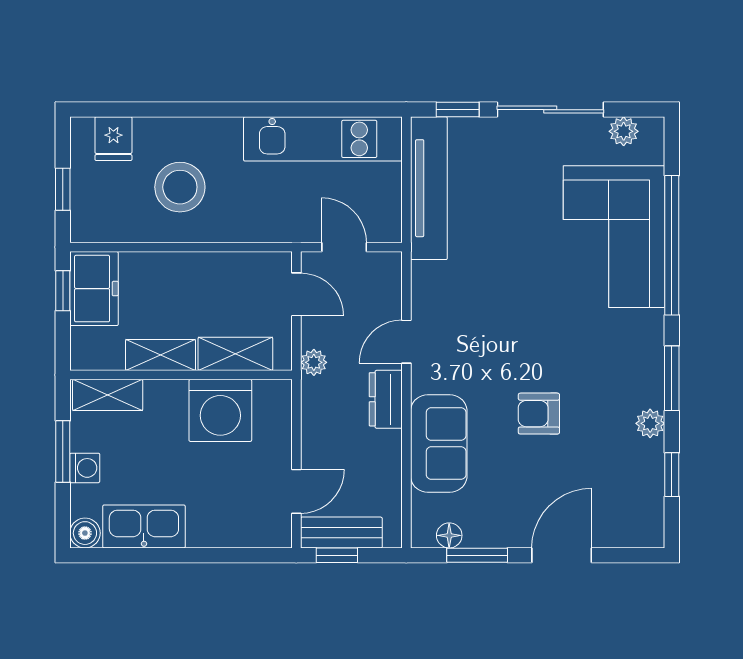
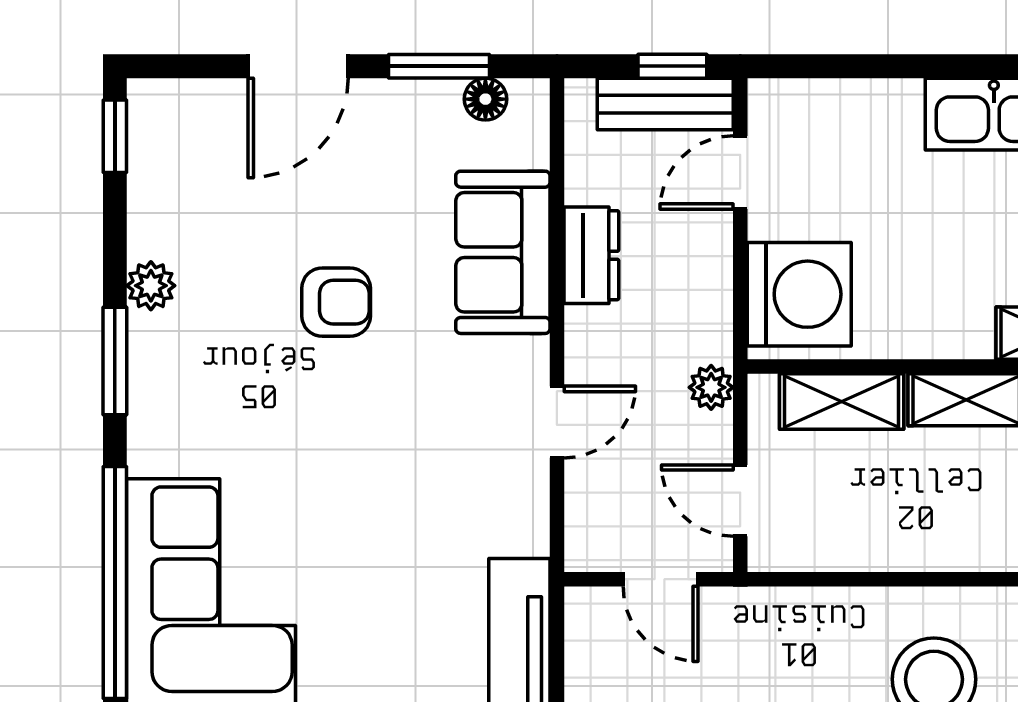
dresser: (386, 399) -> (591, 255), moved
washing machine: (220, 410) -> (799, 294), moved, turned 90
window: (672, 475) -> (115, 136), moved

